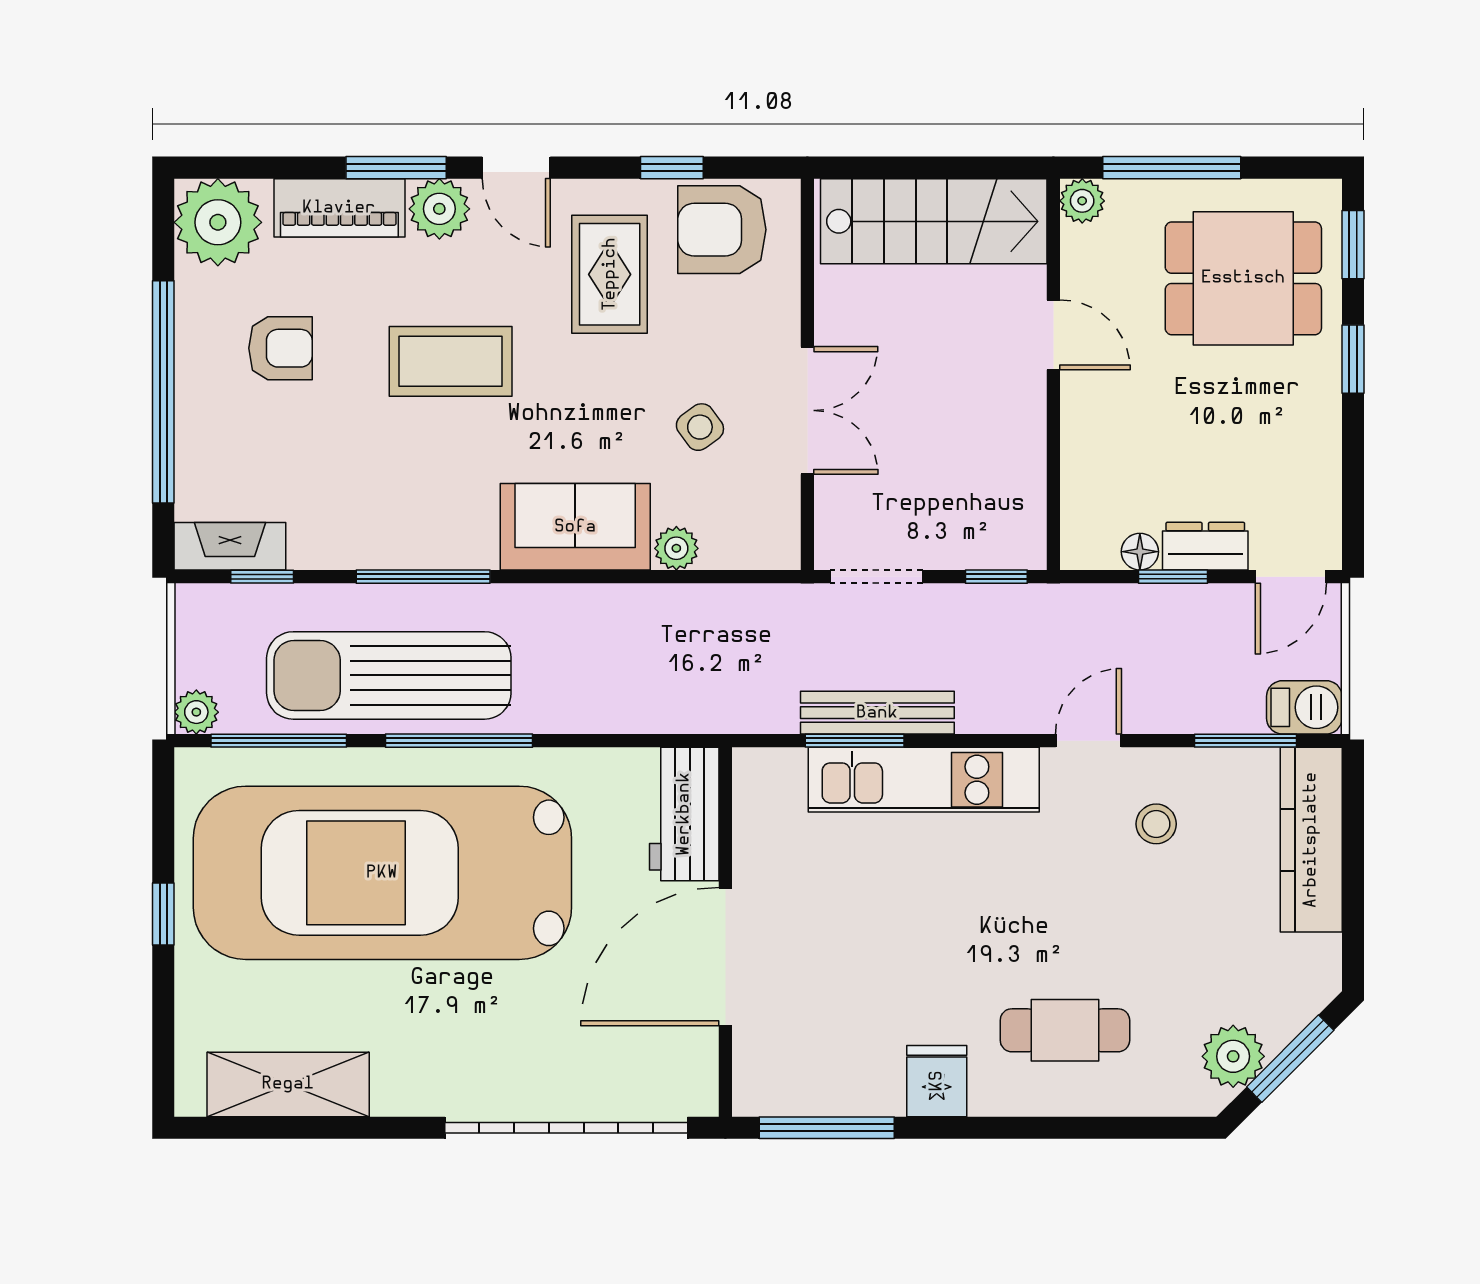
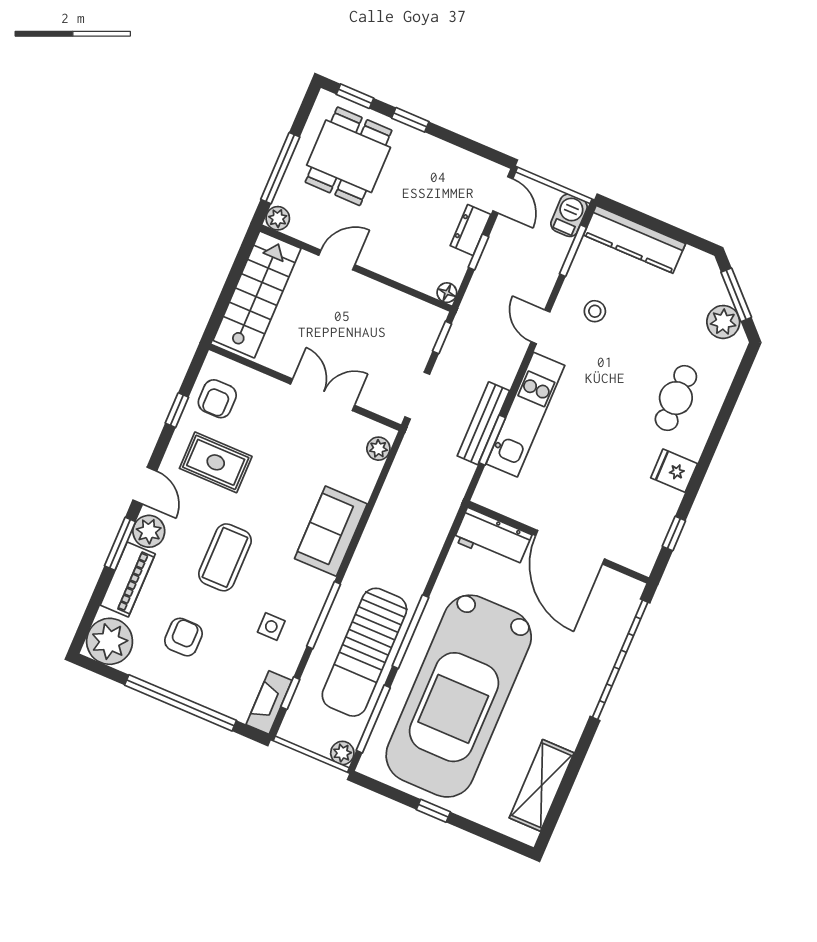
door: (516, 168) -> (145, 486), hinge flipped
armchair: (722, 230) -> (217, 399), width x0.72, depth x0.72
side table: (700, 427) -> (271, 626), moved, turned 36
plant: (676, 548) -> (378, 449), moved
floor lamp: (1140, 552) -> (447, 293), moved
window: (827, 1128) -> (674, 534), width x0.46

